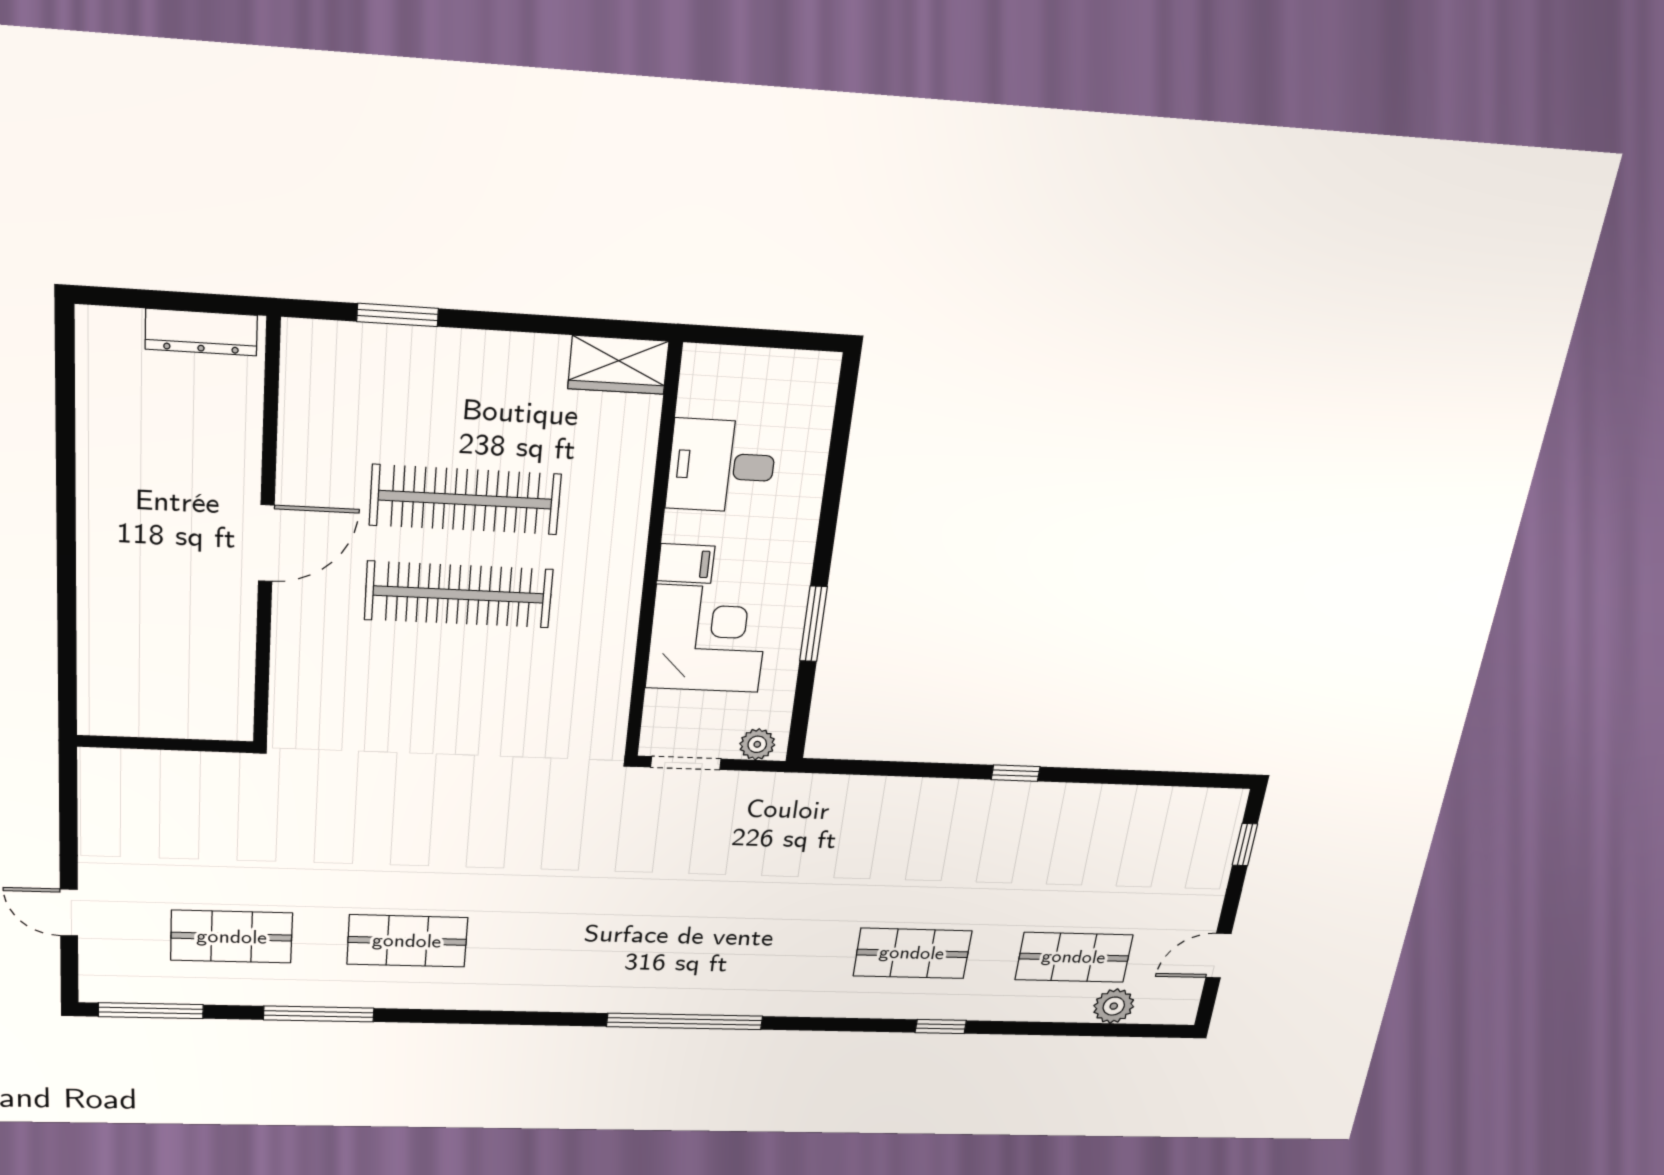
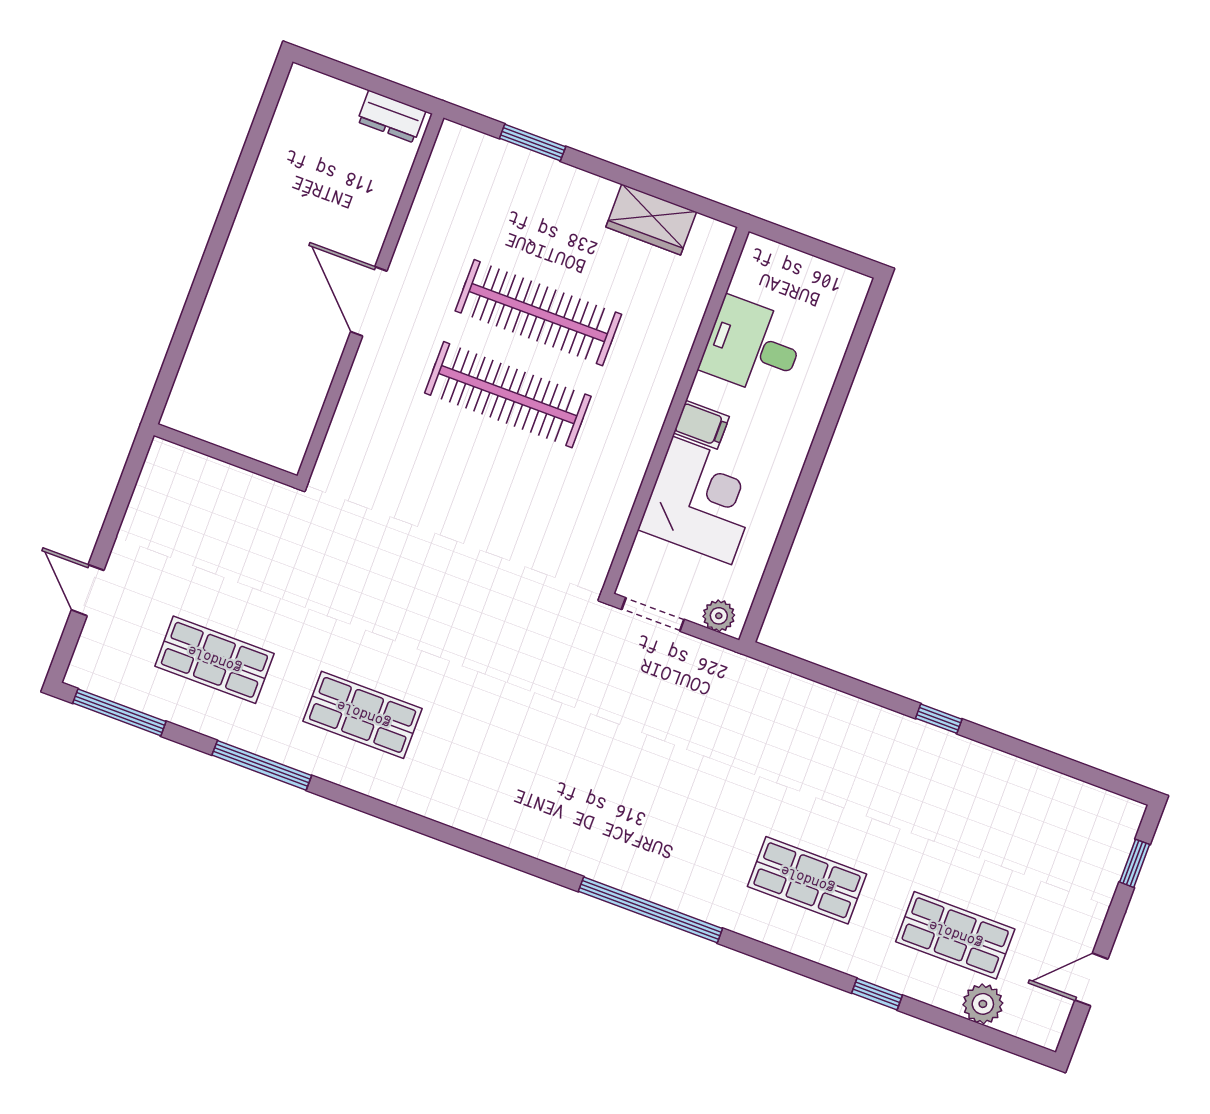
dresser: (201, 332) -> (391, 117), width x0.70
wardrobe: (618, 365) -> (651, 219), moved
door: (266, 543) -> (369, 301), swing flipped
window: (813, 624) -> (794, 514), removed
window: (685, 1021) -> (650, 910), moved
window: (941, 1026) -> (877, 994), moved

